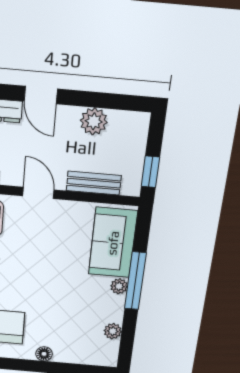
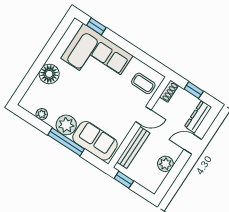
bench: (94, 183) -> (133, 147), width x1.36
plant: (119, 286) -> (66, 125), width x1.87, depth x1.87
floor lamp: (44, 354) -> (49, 74), width x1.89, depth x1.89

